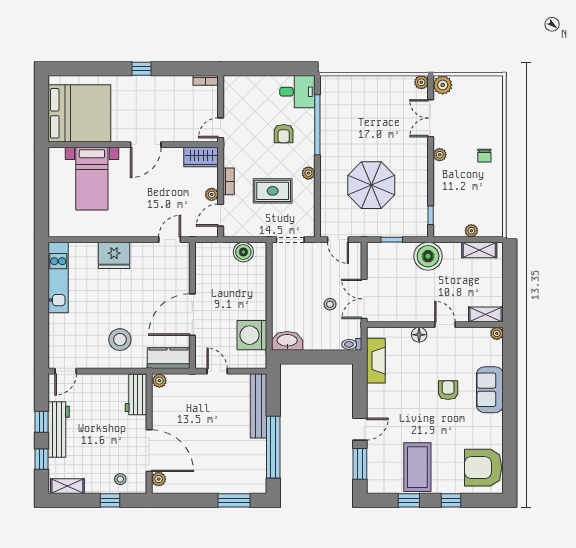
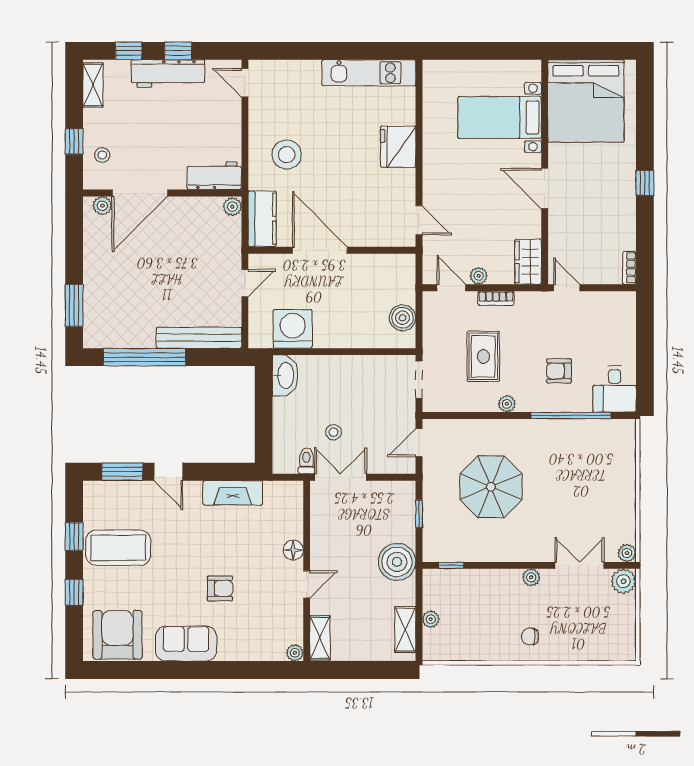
toilet: (352, 344) -> (306, 461), moved
fireplace: (376, 361) -> (233, 493), moved
sofa: (490, 390) -> (186, 644), moved

